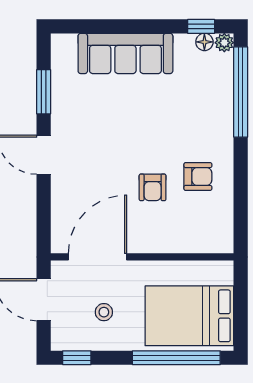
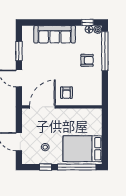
armchair: (198, 176) -> (87, 60), moved
door: (97, 257) -> (42, 107), moved
wall: (142, 257) -> (62, 107), moved
window: (77, 358) -> (46, 167), moved

